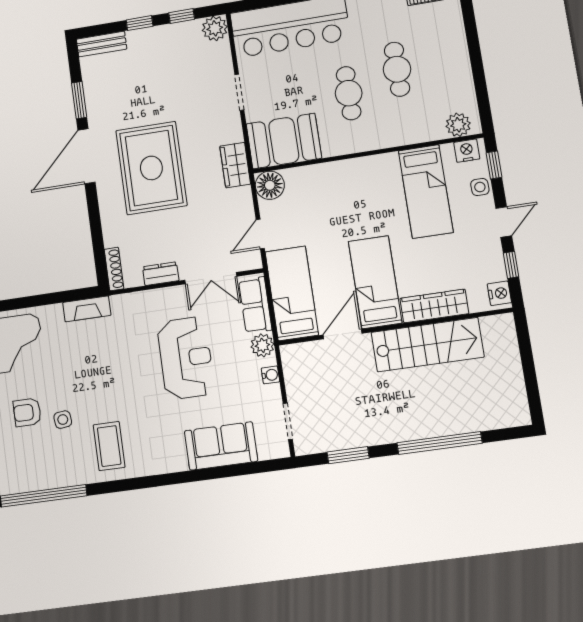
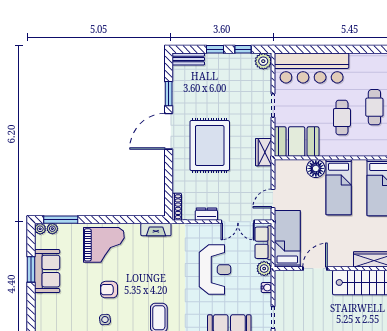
floor lamp: (270, 185) -> (316, 168), moved
bed: (375, 282) -> (339, 187), moved, turned 180
side table: (63, 420) -> (105, 320), moved

